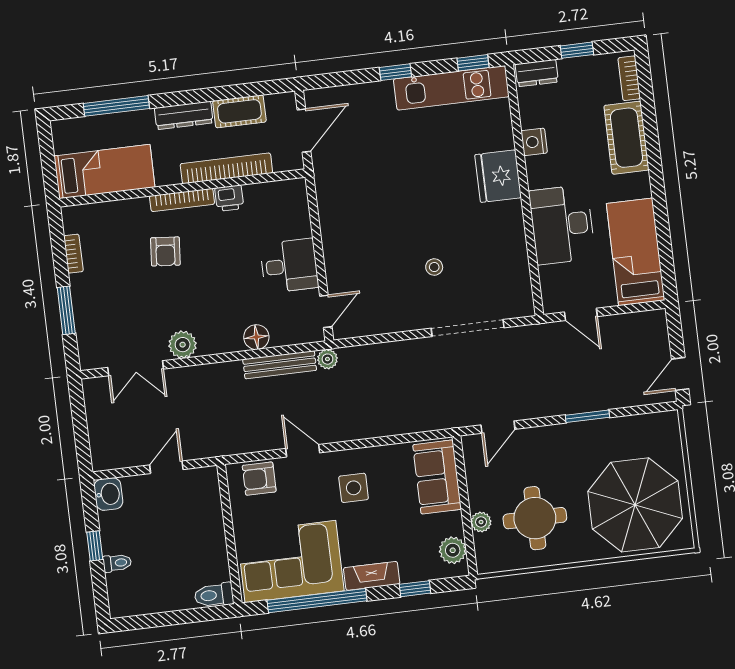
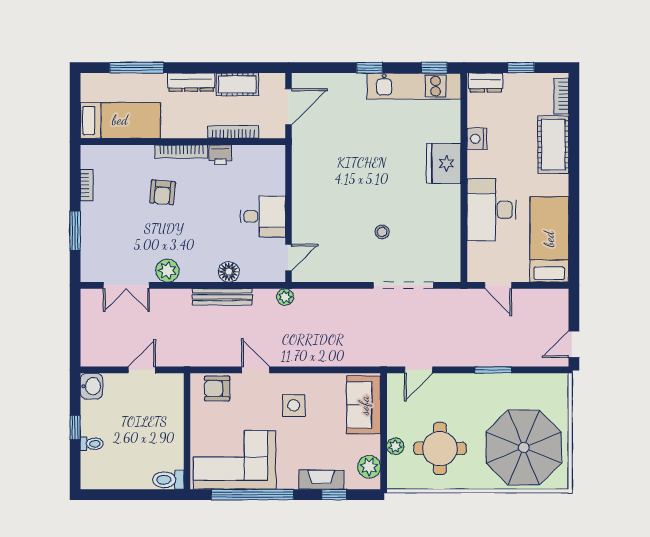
bookcase: (226, 168) -> (233, 132), width x0.68, depth x0.76
bench: (280, 365) -> (222, 297), moved
fireplace: (372, 576) -> (321, 480), moved

